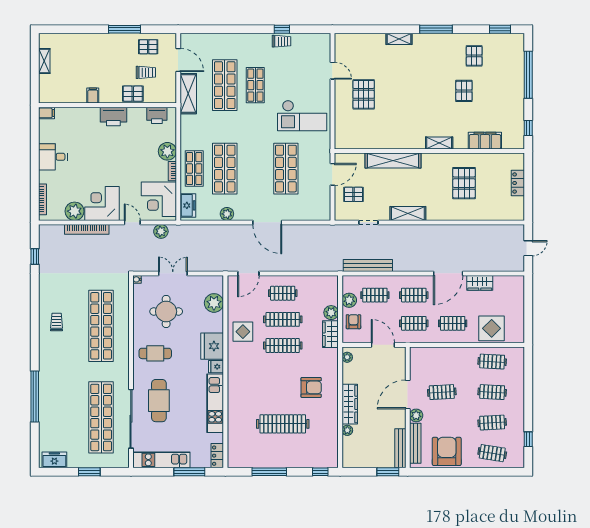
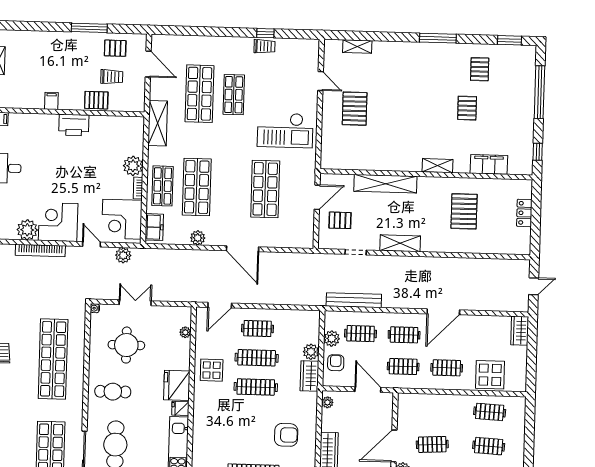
shelving: (399, 39) -> (357, 47), moved
shelving: (188, 94) -> (158, 123), moved
printer: (157, 115) -> (123, 125), removed
wardrobe: (480, 283) -> (520, 331), moved, turned 90
plant: (214, 303) -> (185, 332), width x0.53, depth x0.53

